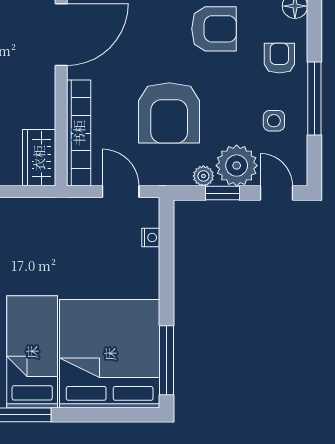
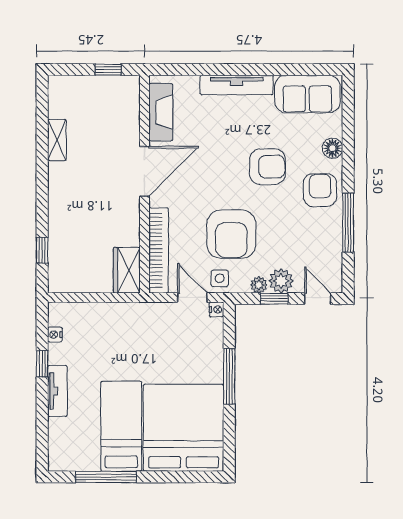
armchair: (279, 58) -> (320, 190), width x1.38, depth x1.38
side table: (274, 121) -> (220, 278), moved
plant: (237, 166) -> (281, 281), width x0.73, depth x0.73
nightstand: (151, 237) -> (217, 309), moved
window: (166, 360) -> (229, 376), moved

